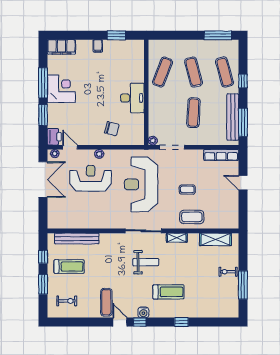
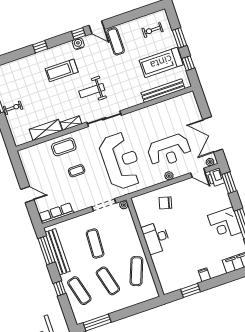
window: (43, 115) -> (229, 183), moved
shelving: (216, 239) -> (46, 130), moved
treadmill: (69, 267) -> (161, 62), width x1.37, depth x1.38

